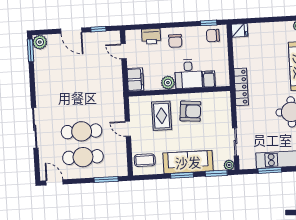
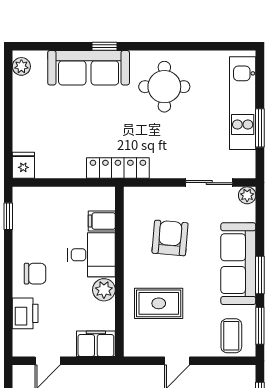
chair: (213, 36) -> (30, 210), removed
armchair: (190, 111) -> (170, 238), moved
window: (216, 173) -> (260, 326), moved

